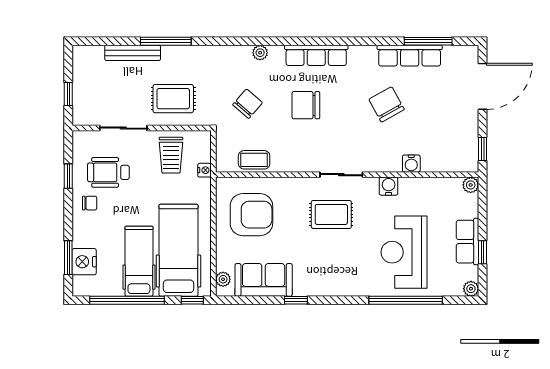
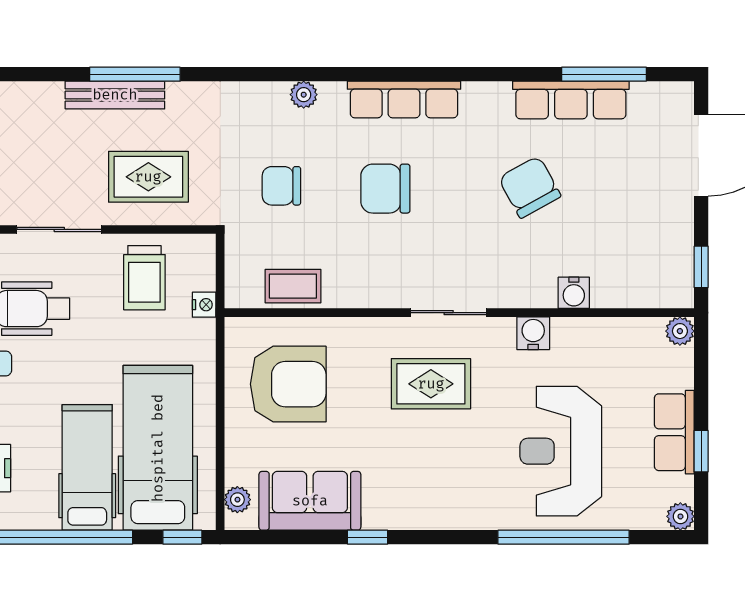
bench: (133, 53) -> (115, 95), moved
chair: (248, 104) -> (281, 186), turned -131

